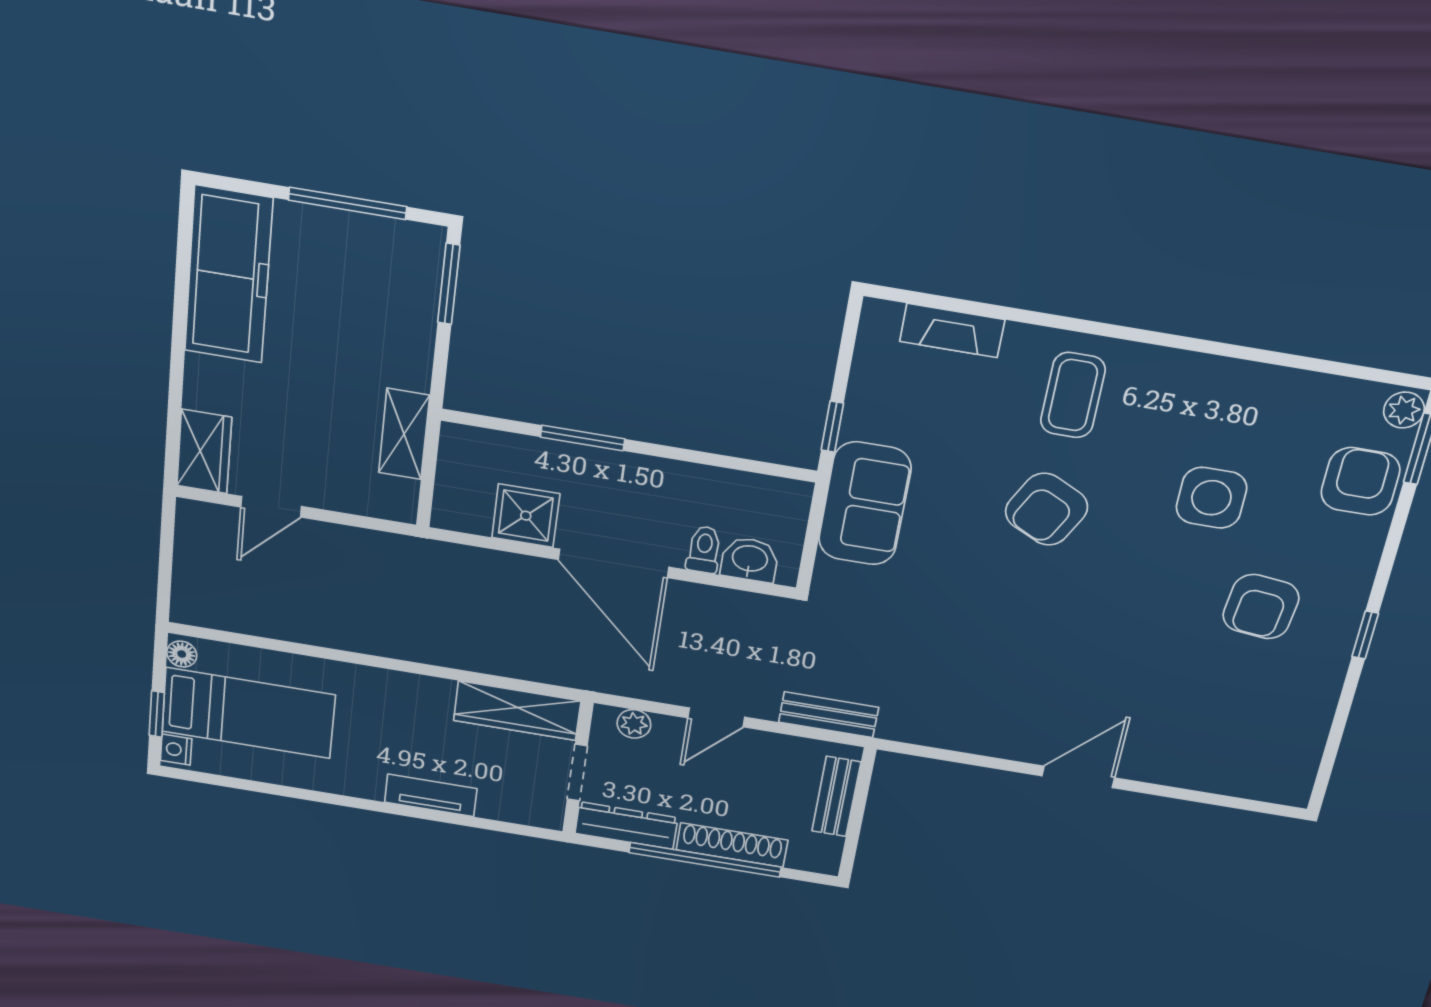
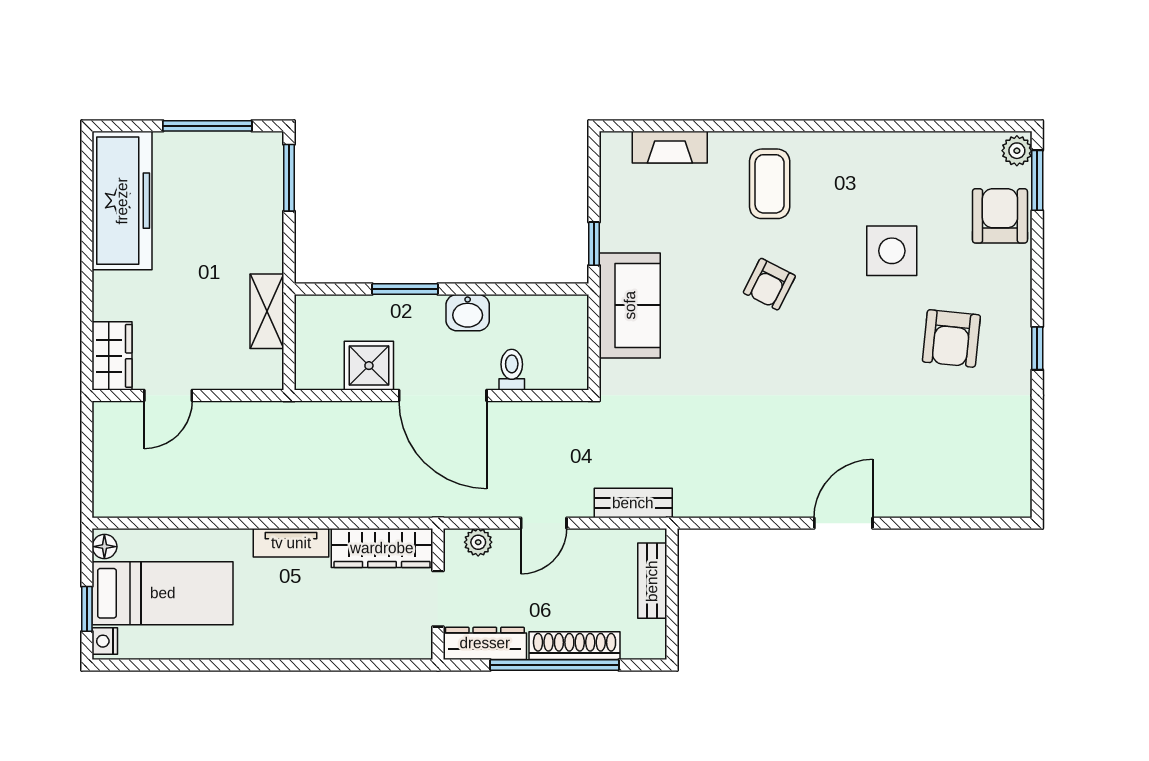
armchair: (1047, 509) -> (769, 284), width x0.72, depth x0.72
washbasin: (750, 560) -> (468, 313), moved, turned 180
tv unit: (431, 795) -> (291, 543), moved, turned 180

